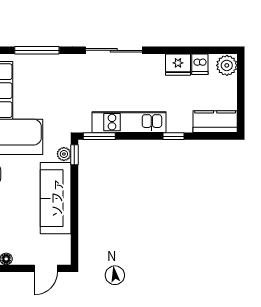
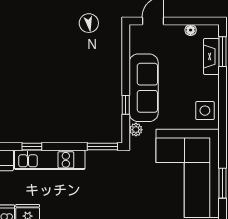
kitchen unit: (129, 122) -> (50, 160), moved
window: (74, 155) -> (126, 105), moved

